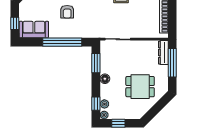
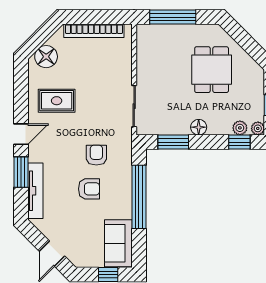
armchair: (88, 16) -> (96, 155), added
dresser: (163, 53) -> (156, 32), removed

